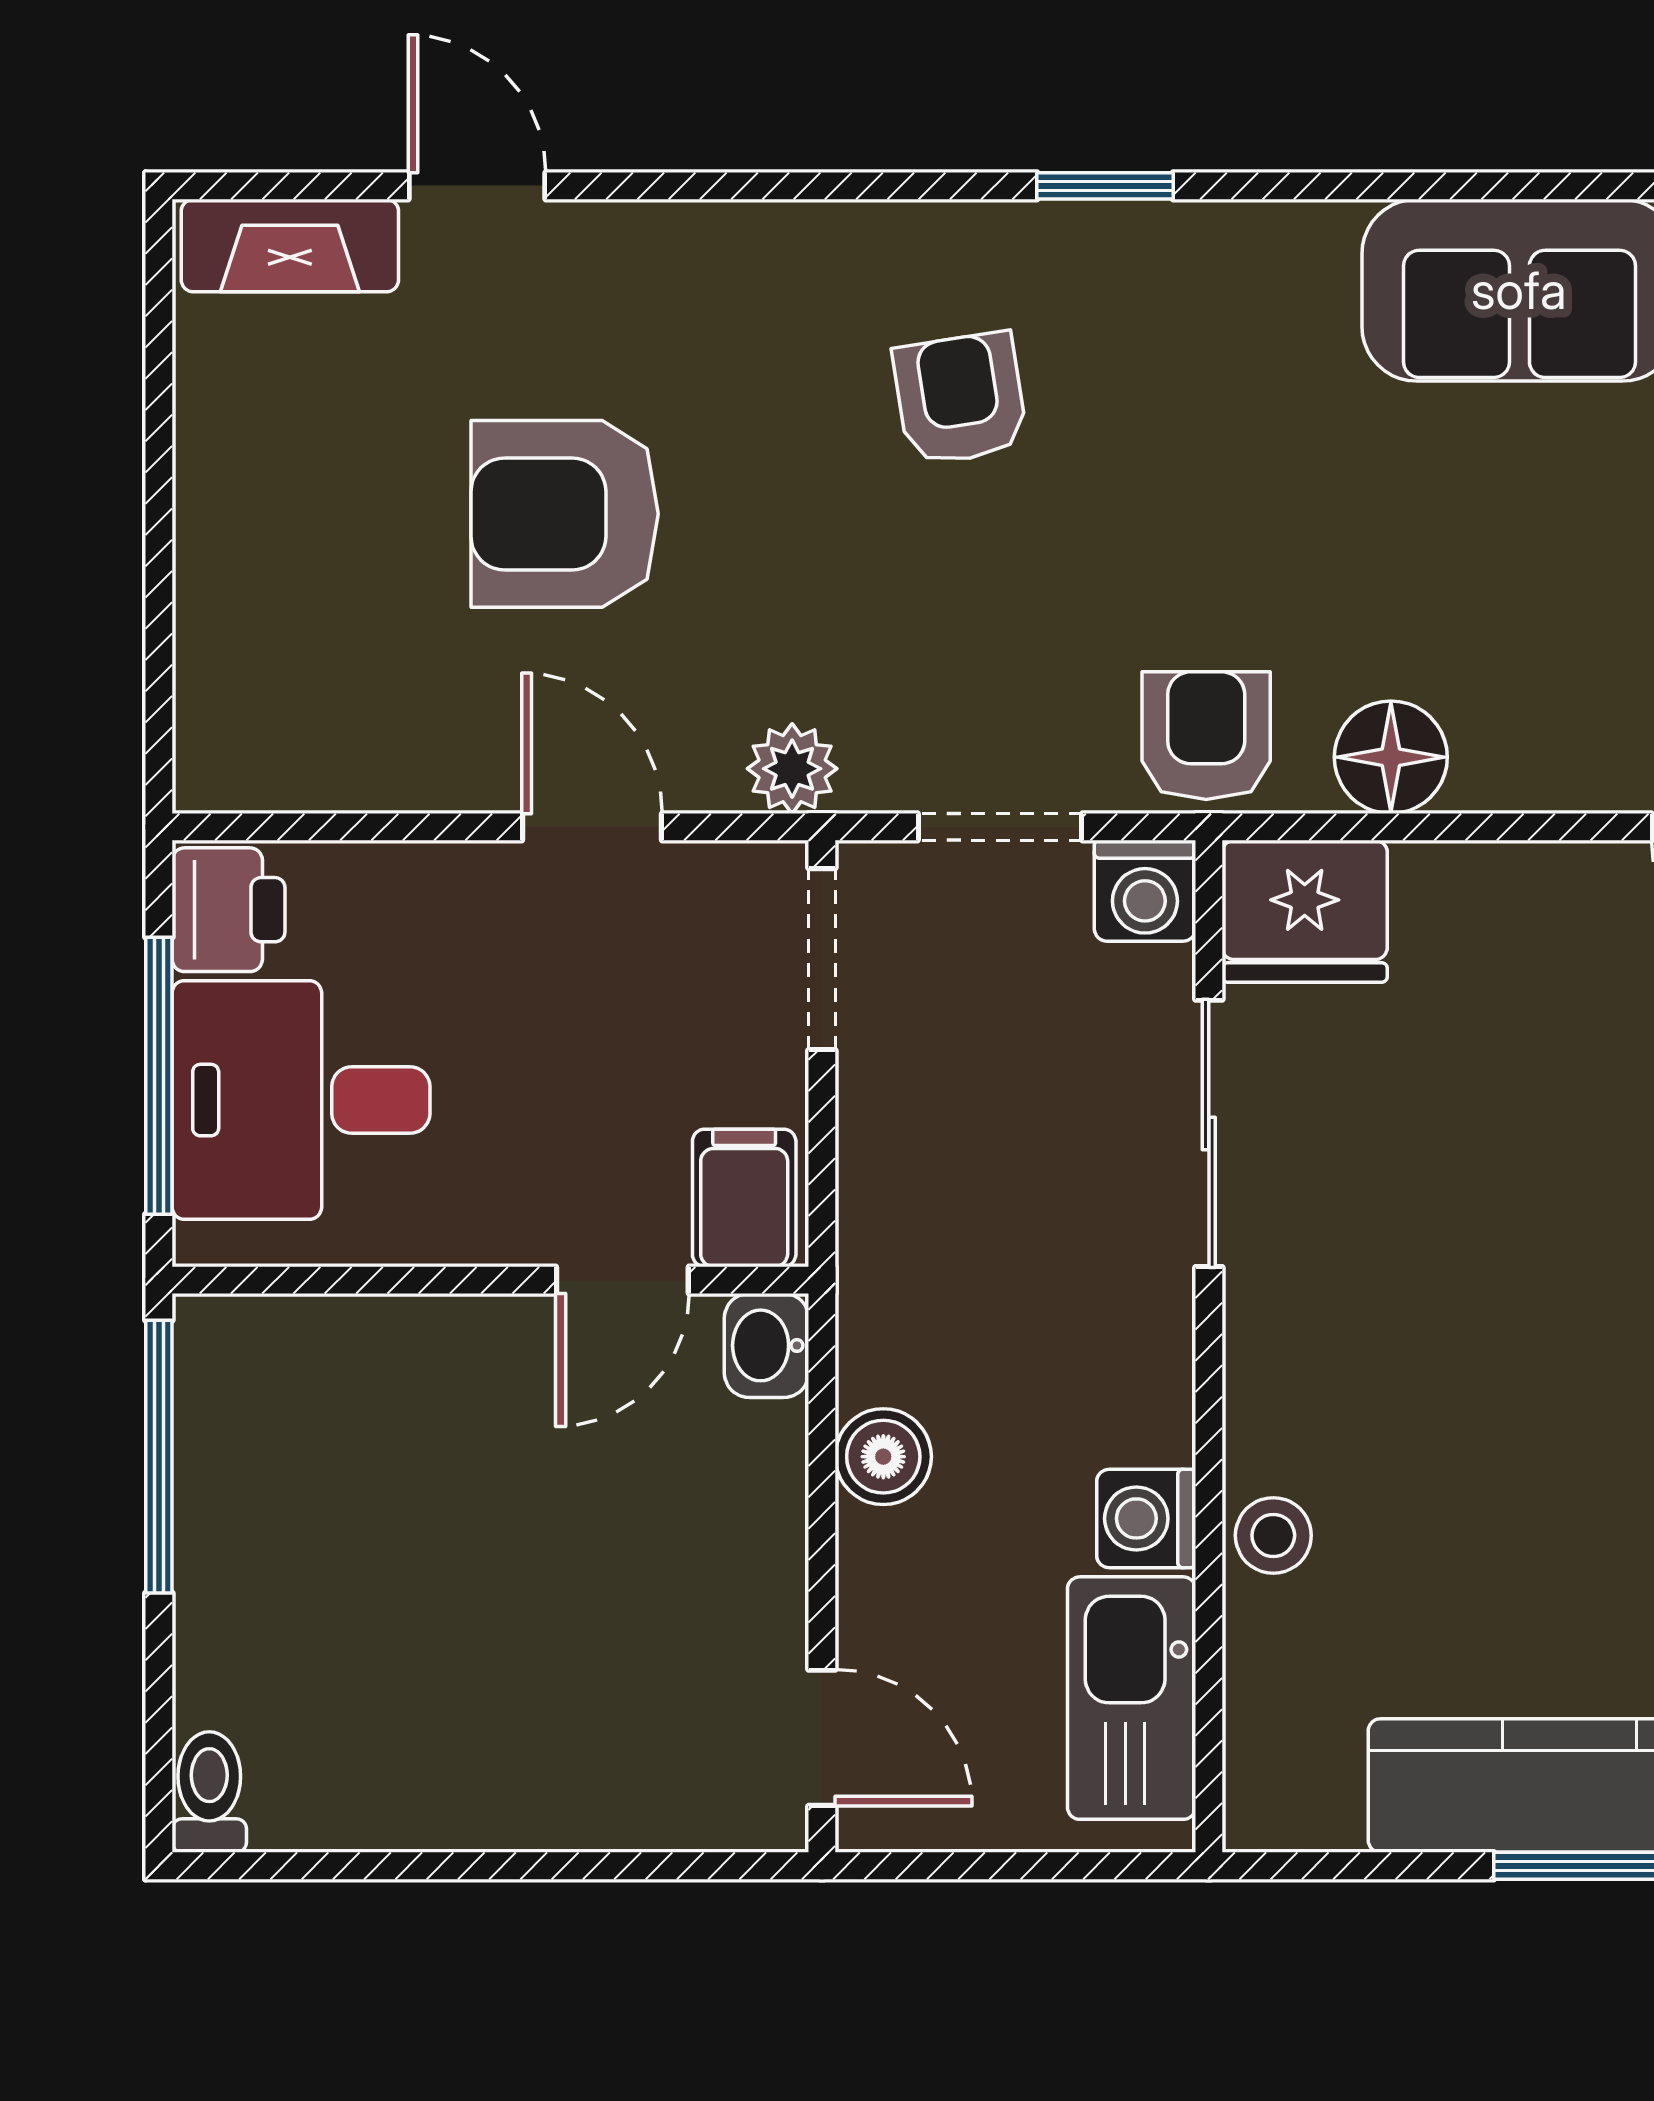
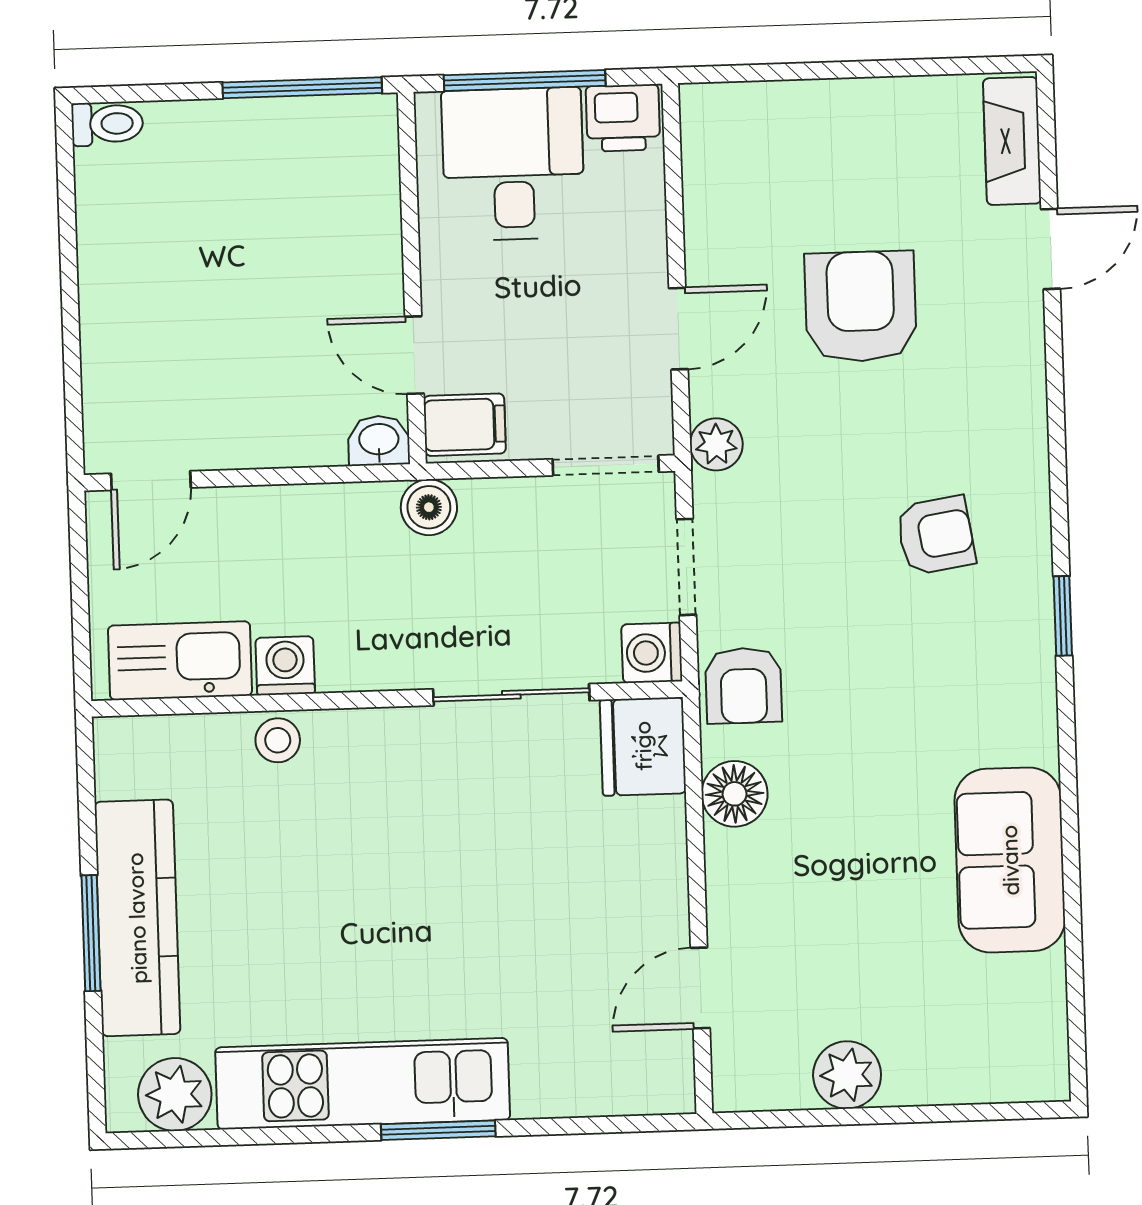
armchair: (1206, 736) -> (744, 686), turned 90
boiler: (883, 1457) -> (429, 507), moved

